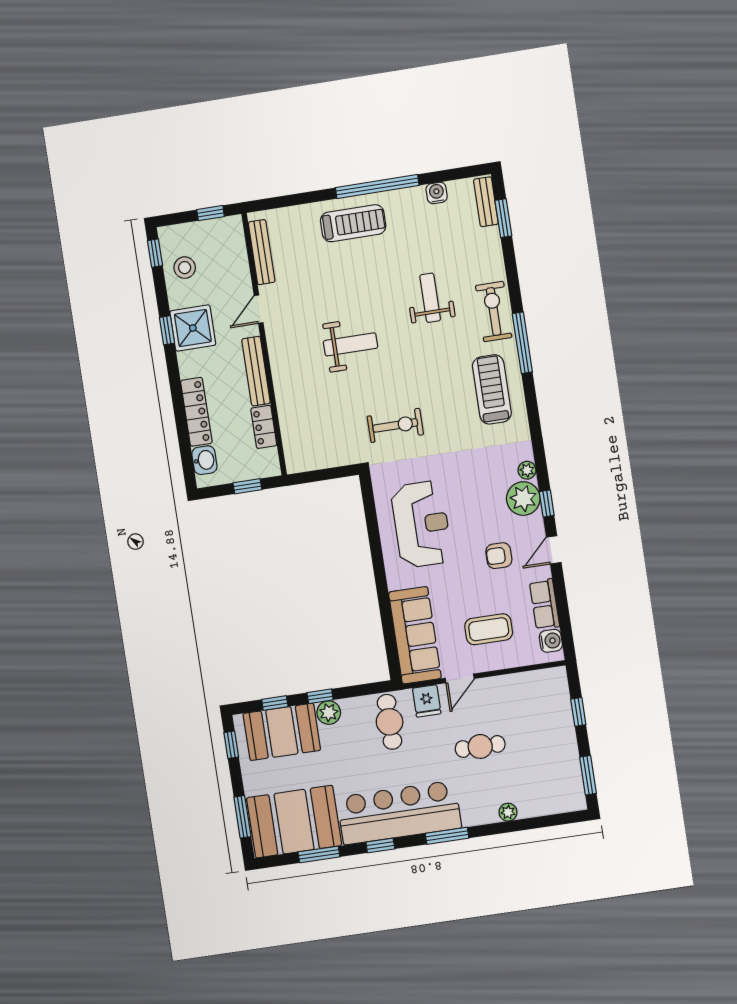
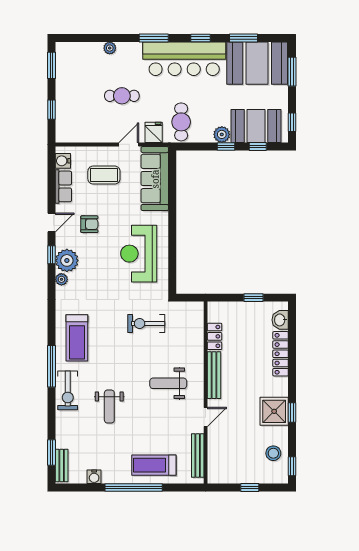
bench: (262, 252) -> (198, 455), moved
door: (259, 309) -> (206, 417), moved
wall: (264, 344) -> (206, 393), moved
bench: (256, 371) -> (214, 375), moved
locker: (264, 427) -> (215, 336), moved

